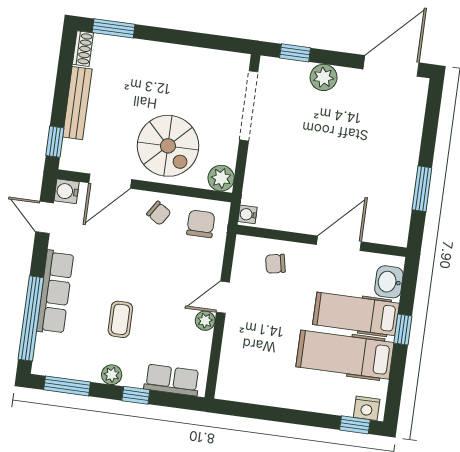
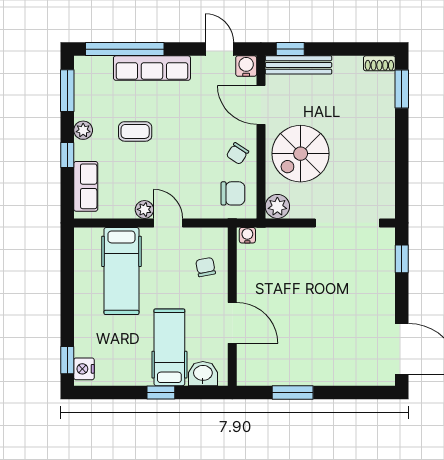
plant: (324, 77) -> (383, 288), removed
bench: (77, 103) -> (298, 65), moved
door: (45, 217) -> (219, 49), hinge flipped
hospital bed: (345, 355) -> (121, 271), moved, turned 180

